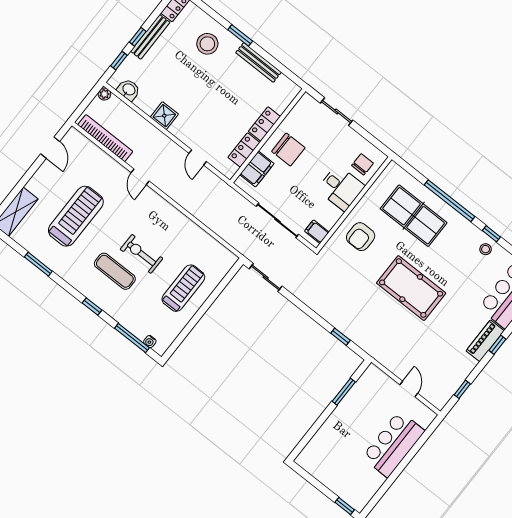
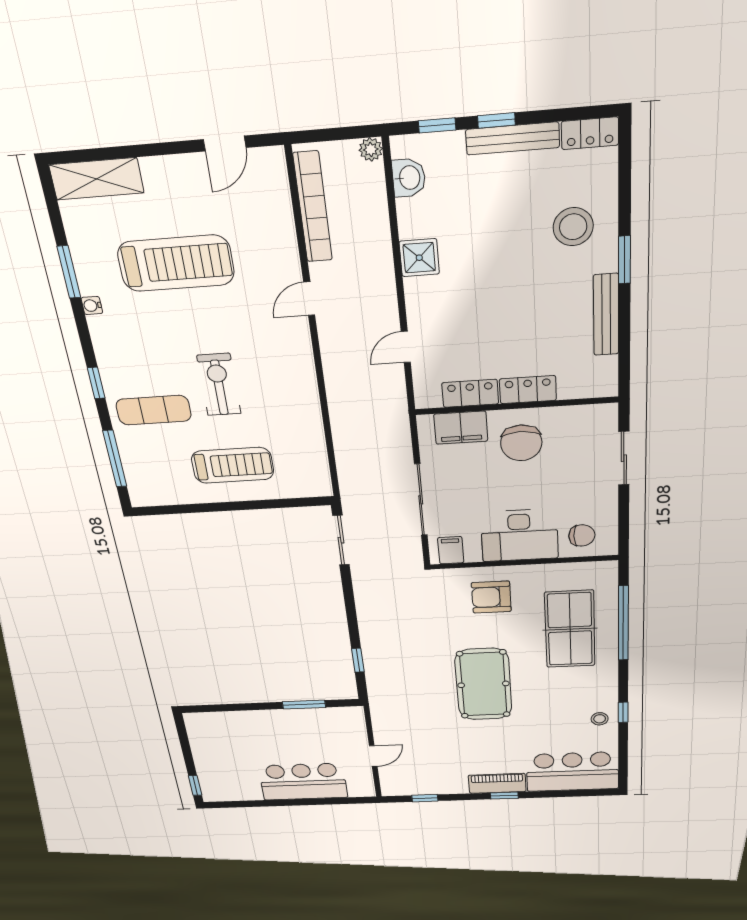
desk: (341, 188) -> (519, 535), width x1.37
window: (449, 201) -> (623, 623), moved
exercise mat: (115, 271) -> (154, 410), moved, turned 90
water cooler: (150, 341) -> (92, 305), moved

